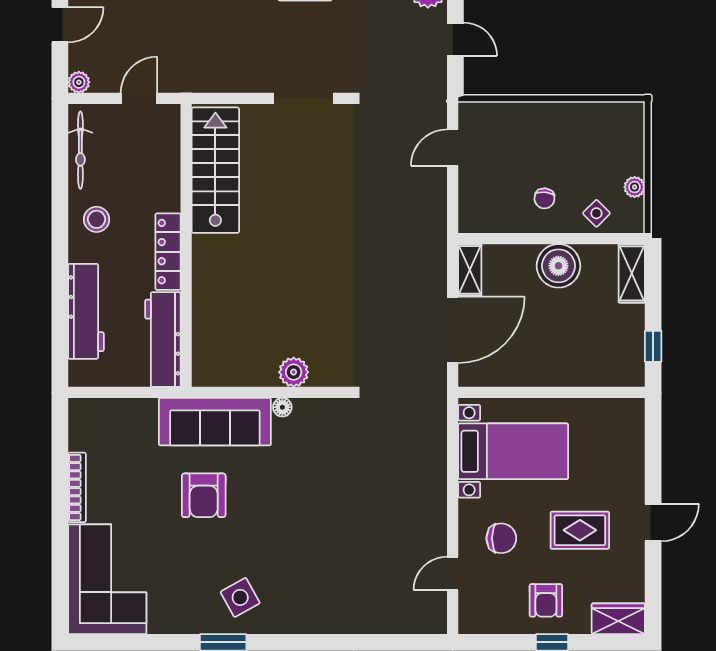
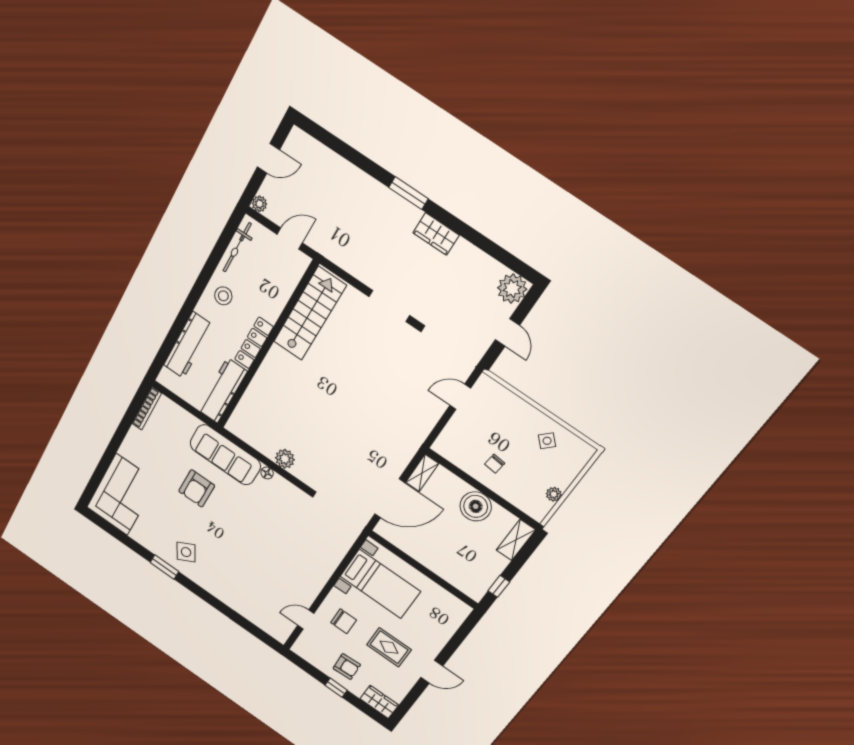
side table: (596, 213) -> (547, 441), moved
bookcase: (77, 487) -> (147, 408), moved
armchair: (546, 600) -> (347, 667), turned -93

